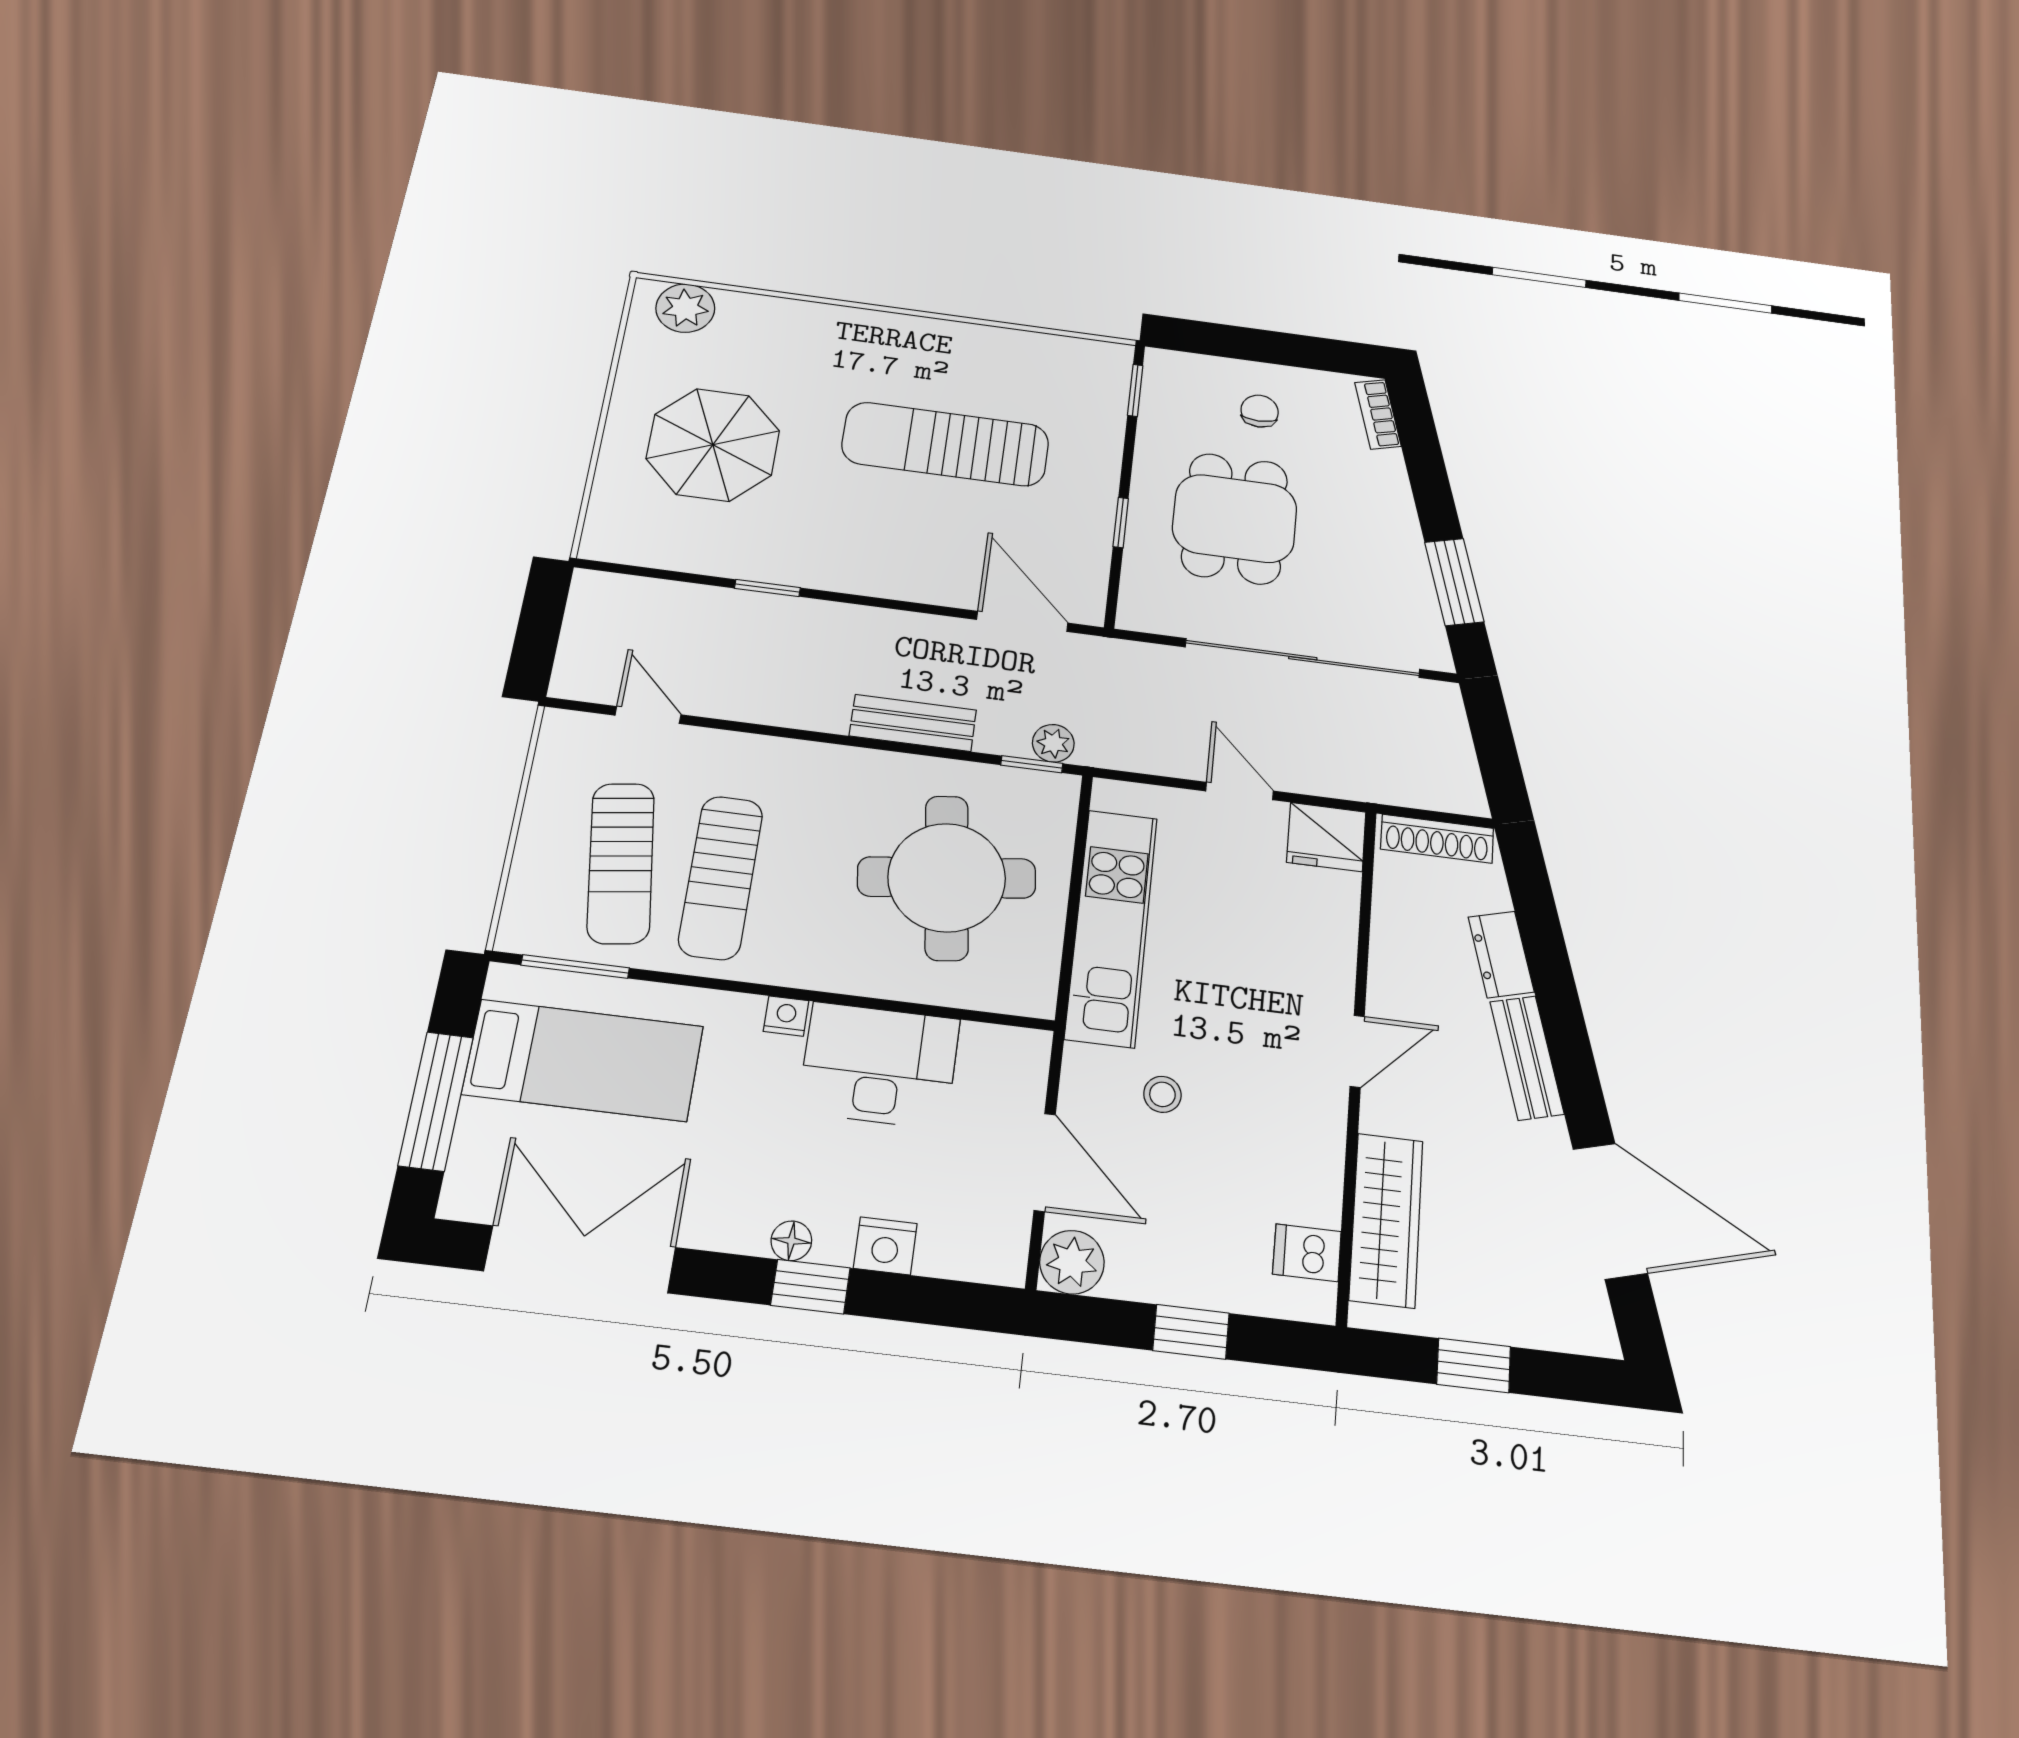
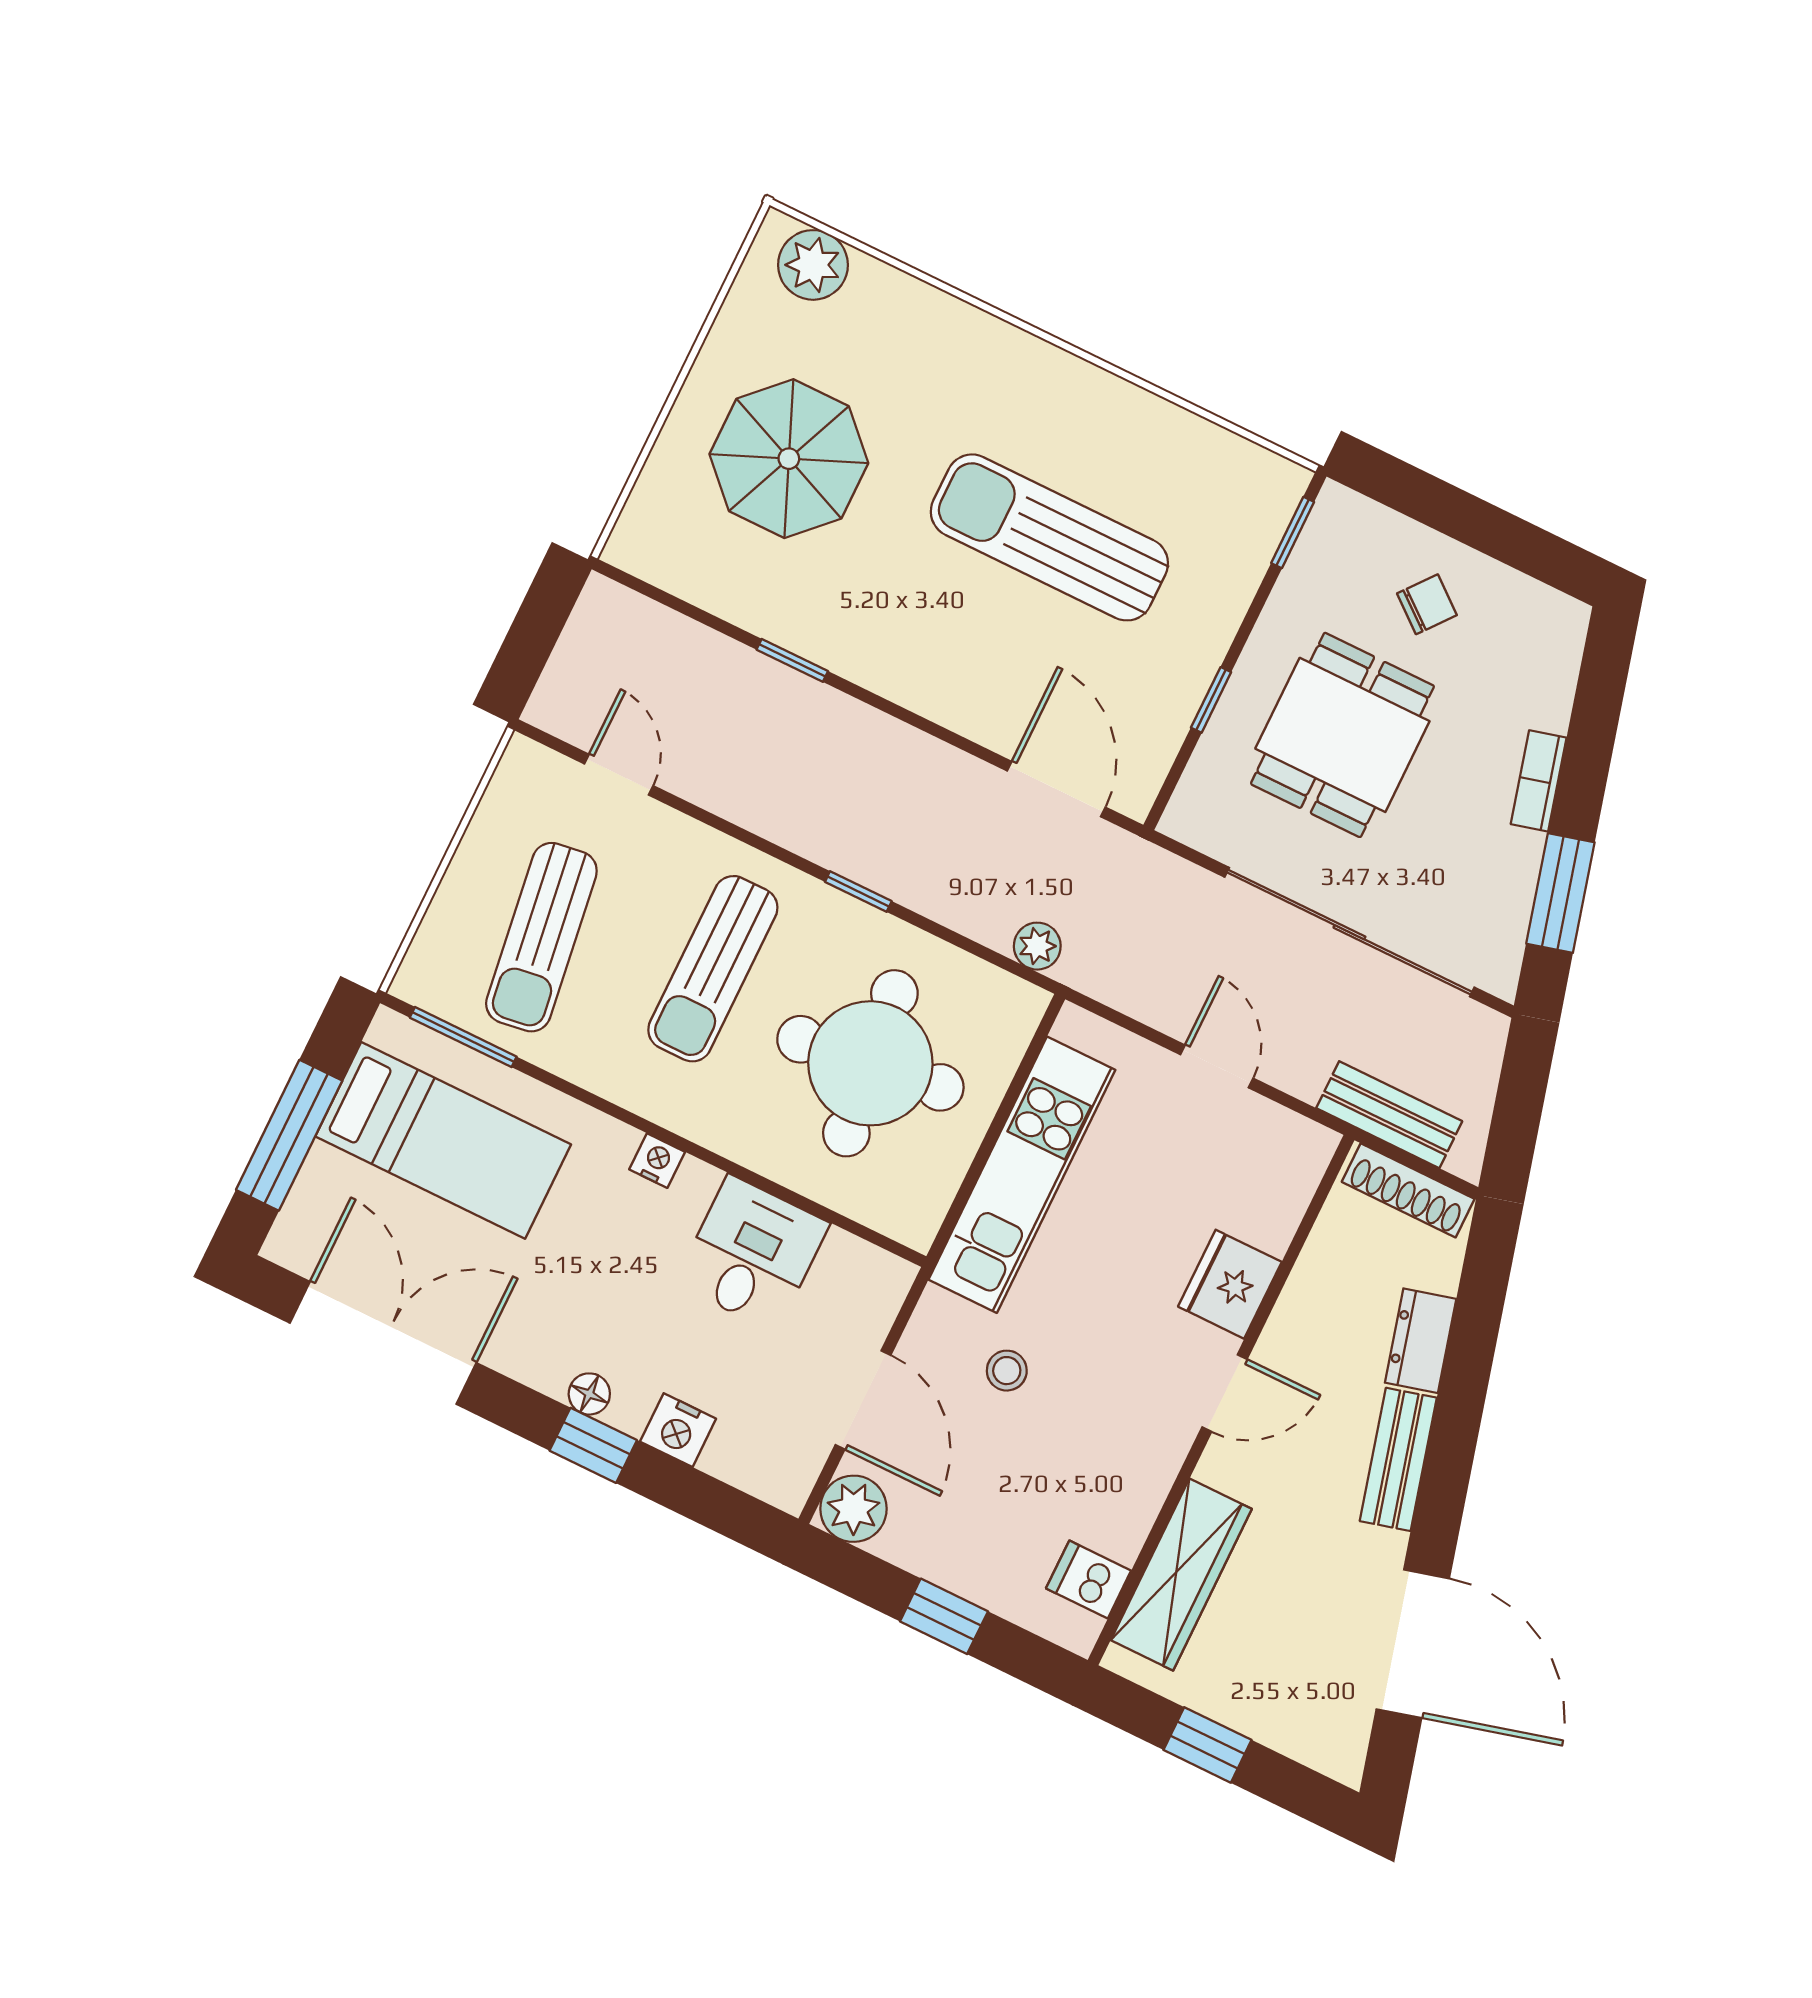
chair: (1260, 411) -> (1427, 604), turned 39
bookcase: (1378, 414) -> (1539, 781), moved
bench: (913, 723) -> (1389, 1115), moved
window: (1032, 764) -> (858, 892), moved
fridge: (1326, 837) -> (1230, 1284), moved, turned 90
sun lounger: (721, 877) -> (713, 969), moved
desk: (879, 1065) -> (752, 1253), width x0.73

